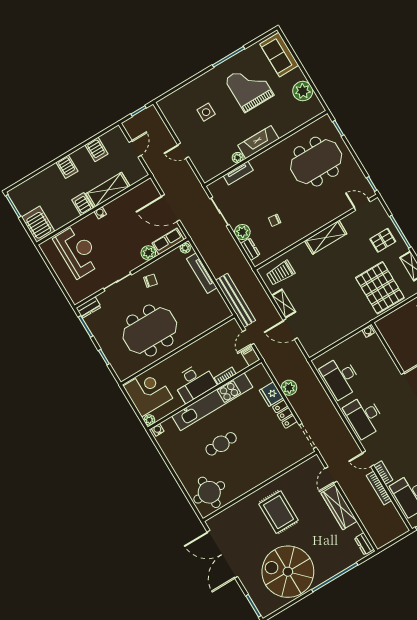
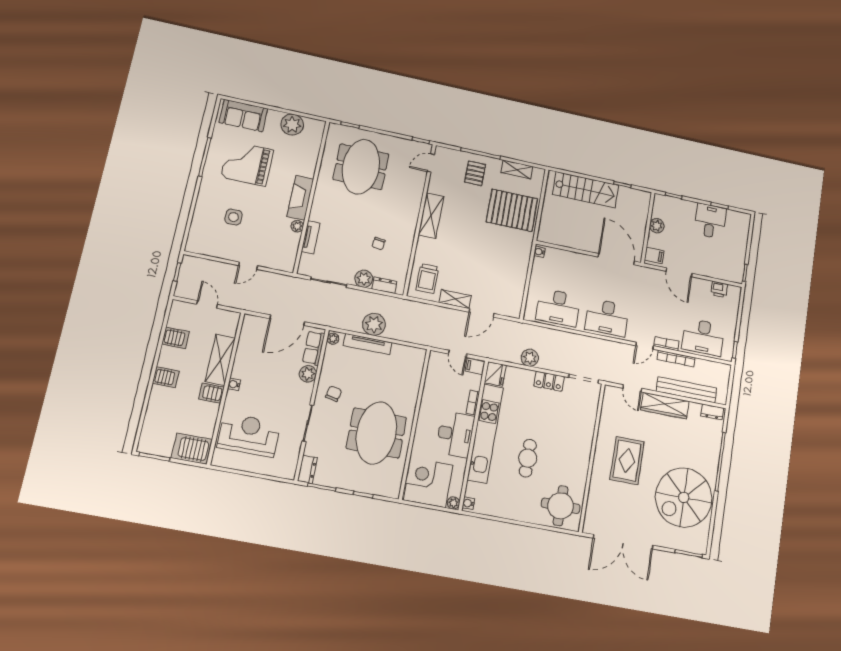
plant: (218, 266) -> (374, 324), added
bench: (236, 300) -> (686, 390), moved
fridge: (271, 394) -> (495, 374), moved, turned -90
rug: (279, 512) -> (627, 461), turned 90

